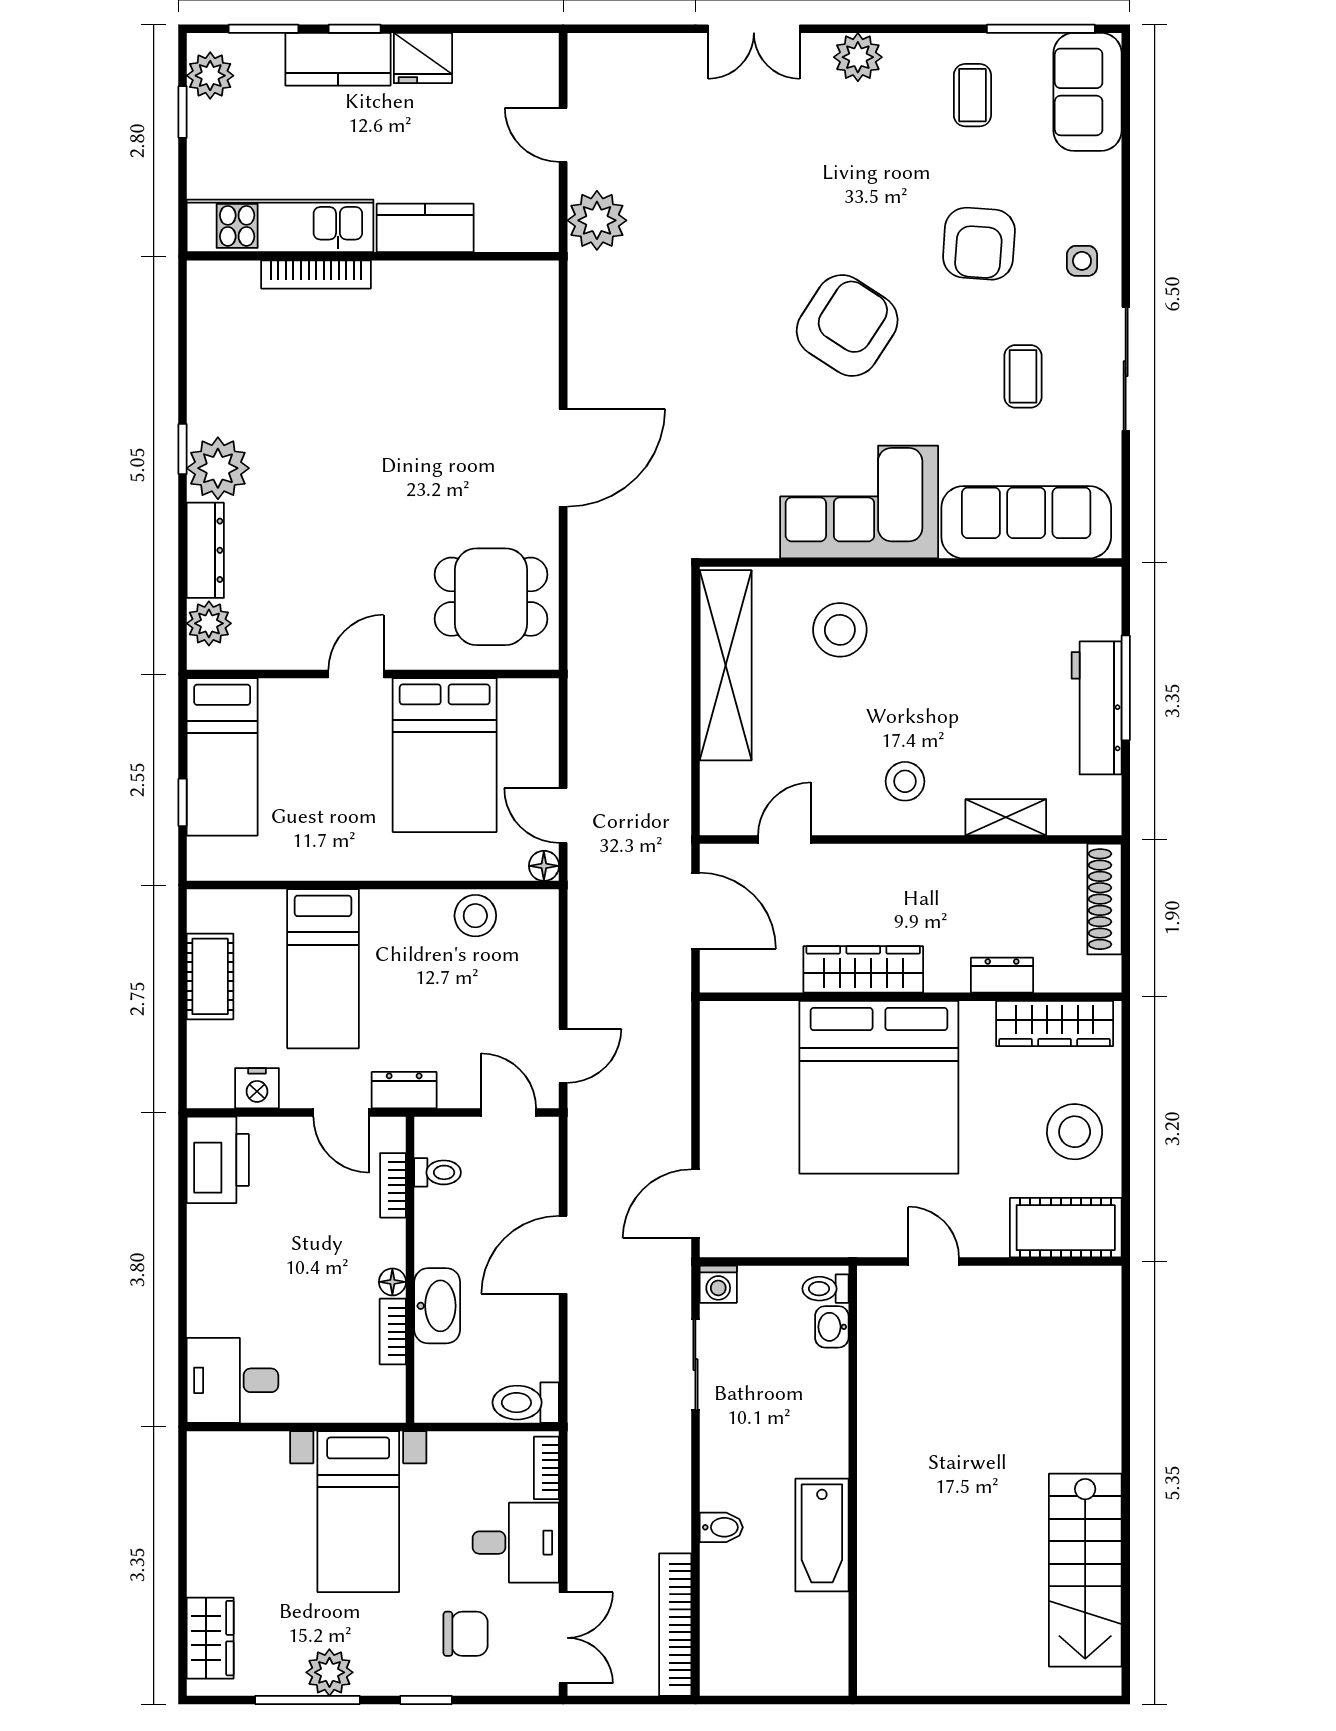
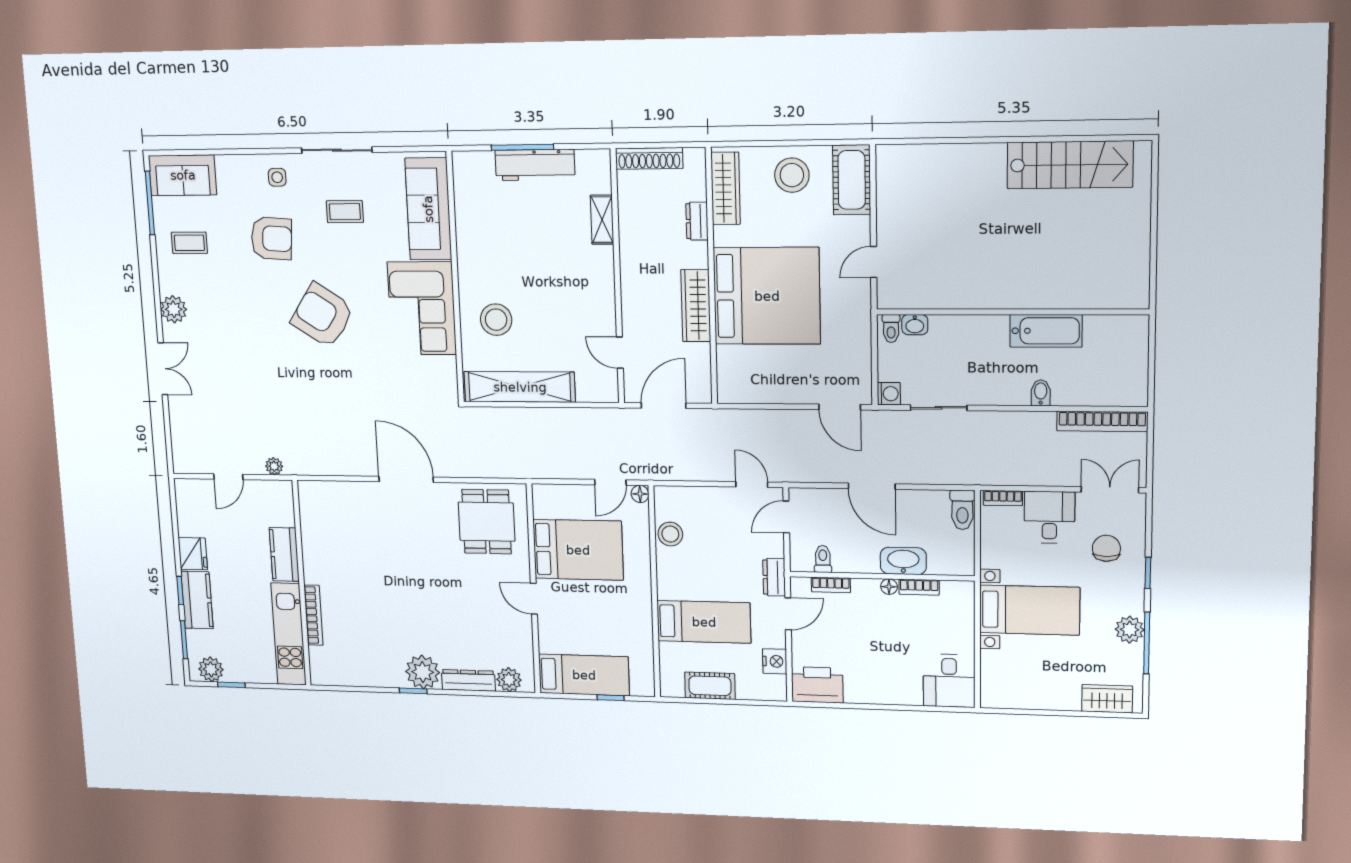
plant: (597, 220) -> (274, 466), width x0.53, depth x0.53
stool: (905, 781) -> (583, 281), removed

